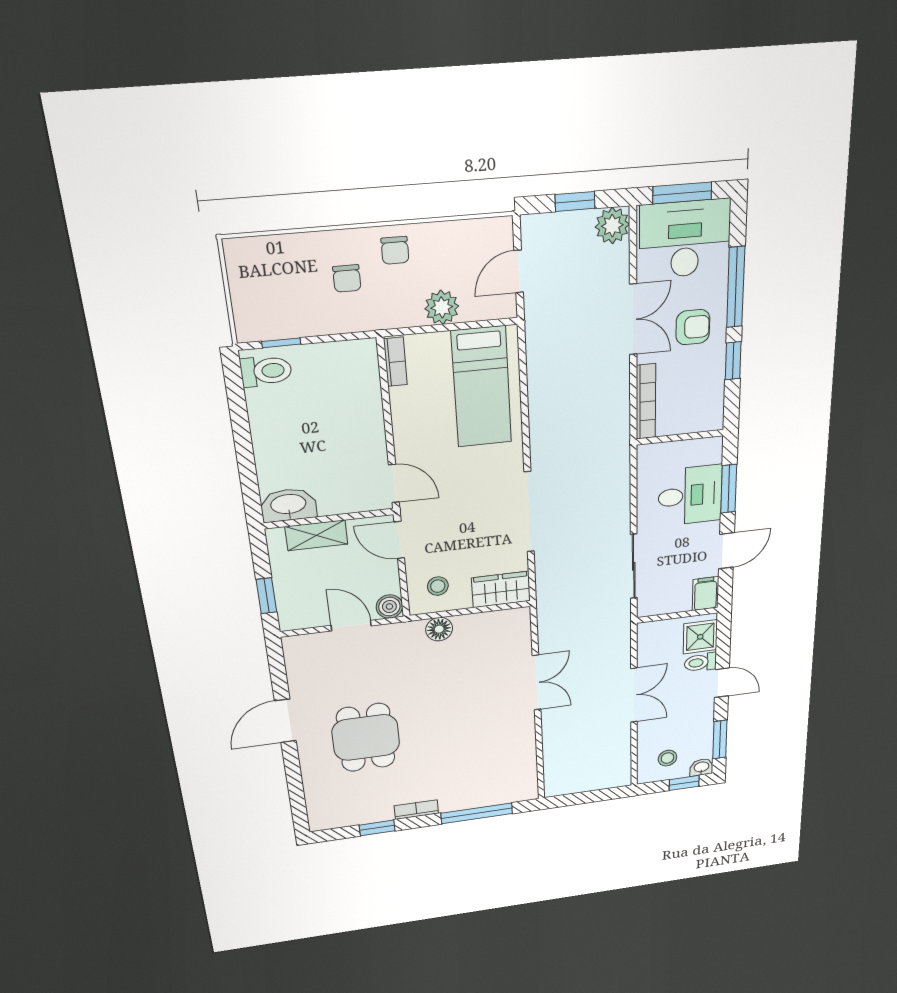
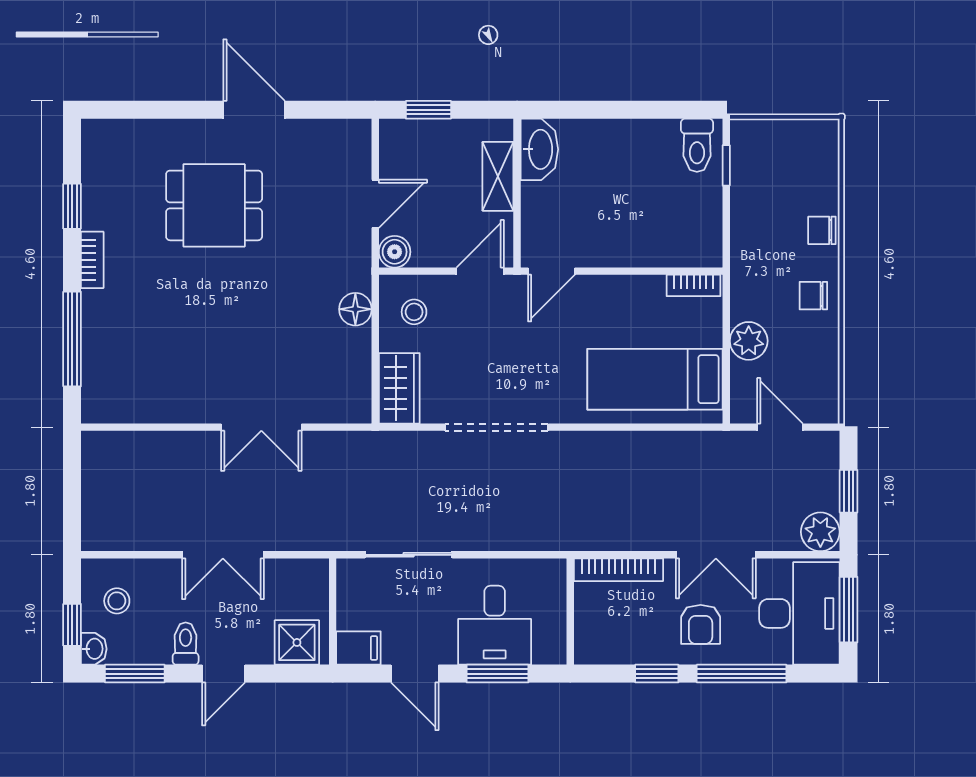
chair: (347, 278) -> (822, 230), moved
toilet: (700, 662) -> (186, 644), moved

